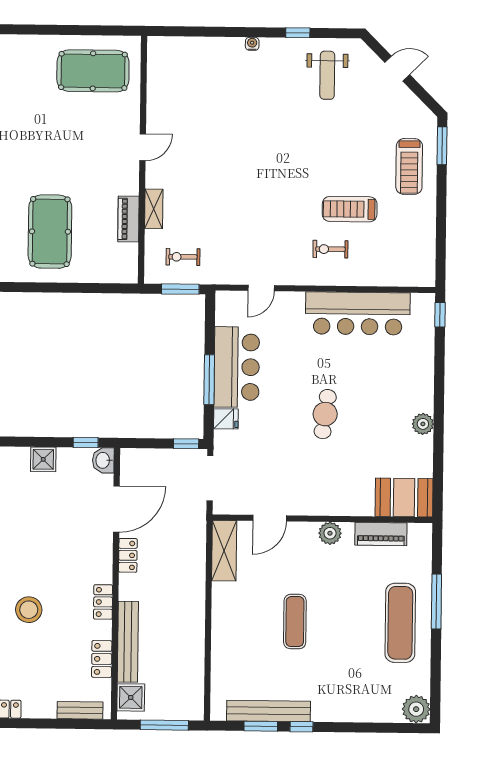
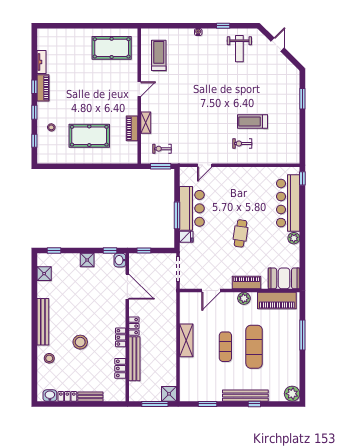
door: (397, 69) -> (277, 45), hinge flipped
window: (442, 146) -> (302, 99), moved
treadmill: (409, 166) -> (159, 55), moved, turned 180
pool table: (50, 232) -> (89, 136), turned 90
bar counter: (358, 313) -> (288, 203), moved, turned 90
window: (186, 444) -> (144, 251), moved
piano: (335, 504) -> (247, 283), added
door: (116, 509) -> (127, 287), hinge flipped
piano: (381, 534) -> (277, 300), width x1.37, depth x1.33
shelving: (224, 551) -> (186, 340), moved
locker: (128, 555) -> (134, 326), moved
exercise mat: (400, 623) -> (254, 347), moved
shower: (131, 697) -> (169, 394), moved
bench: (80, 710) -> (90, 397), moved
bench: (268, 711) -> (245, 396), moved
window: (301, 727) -> (254, 404), moved

